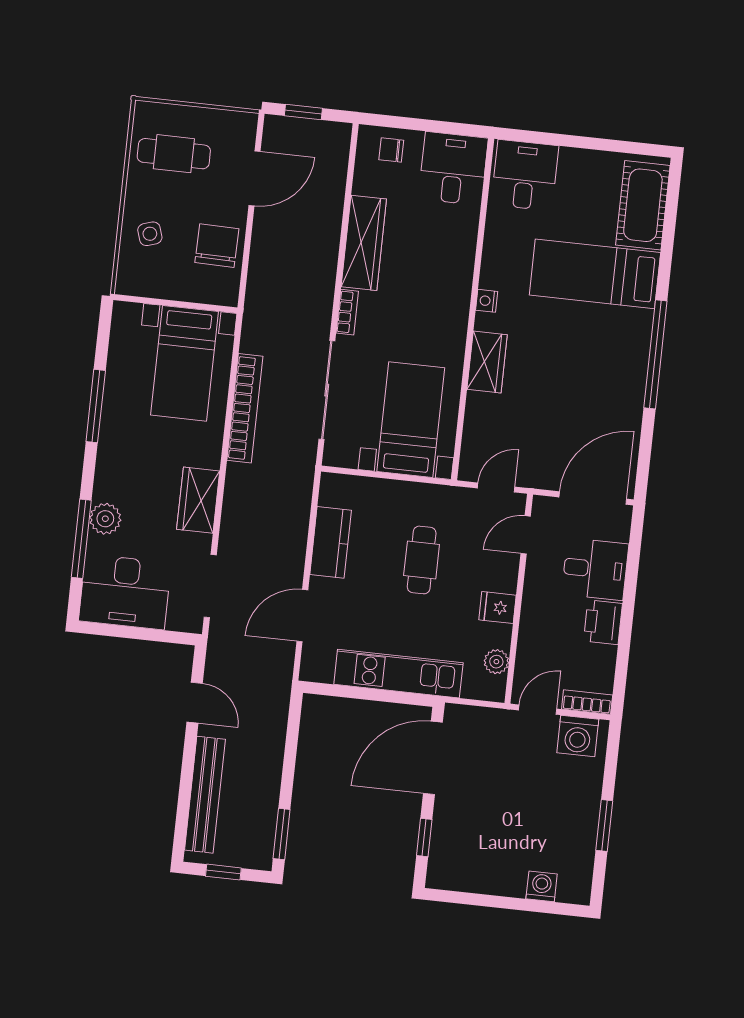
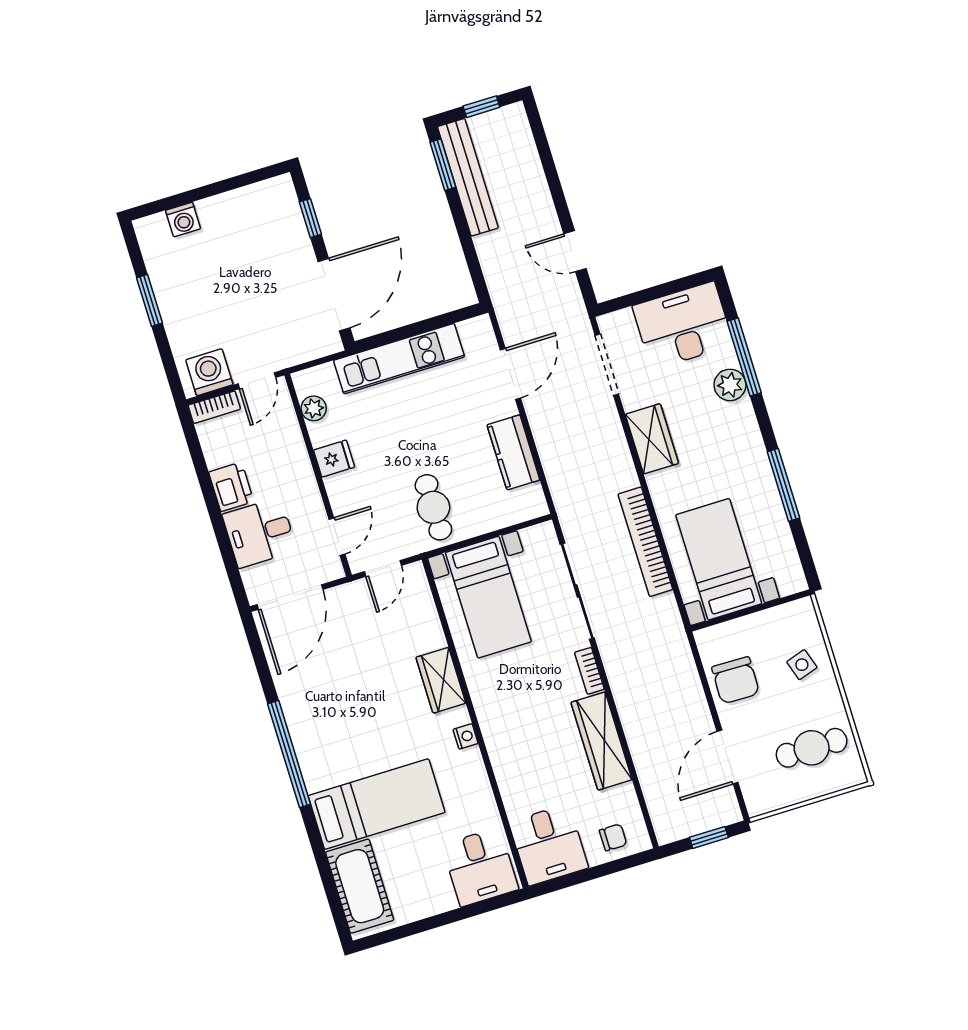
cafe table: (422, 560) -> (433, 507), moved
bench: (205, 795) -> (468, 177), moved

